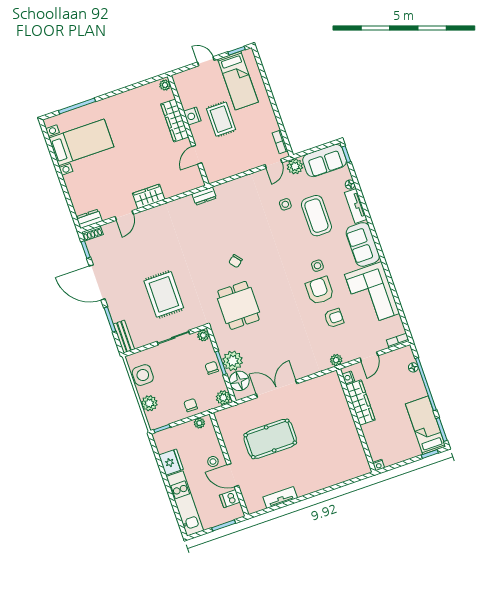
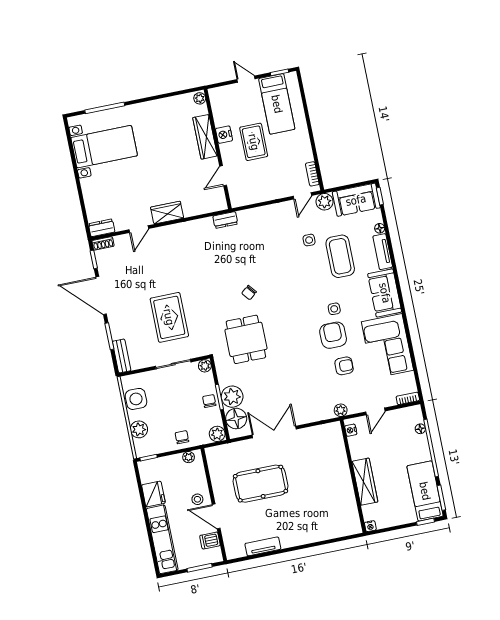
wardrobe: (360, 403) -> (365, 482), moved

